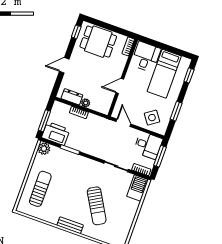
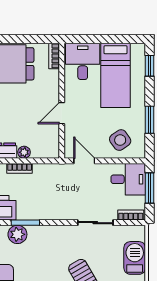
plant: (62, 156) -> (17, 234), added
barbecue: (138, 188) -> (135, 258), moved

